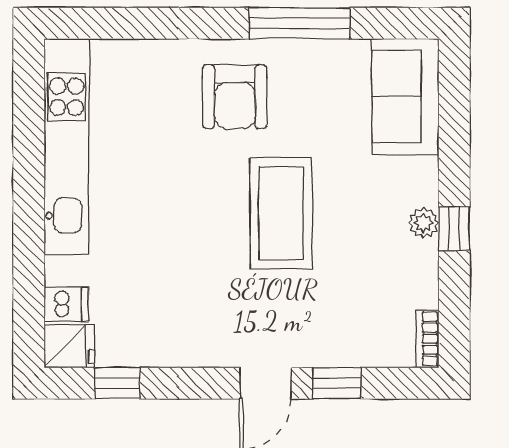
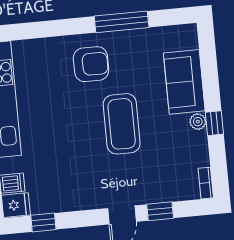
sofa: (405, 96) -> (184, 82), moved
armchair: (235, 97) -> (91, 64), turned -90

